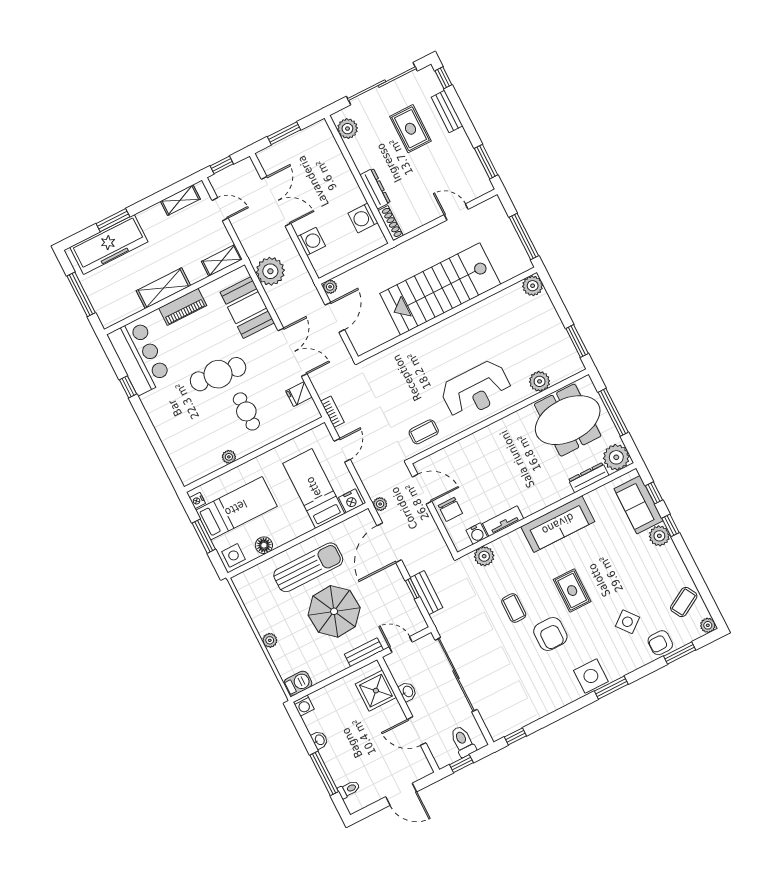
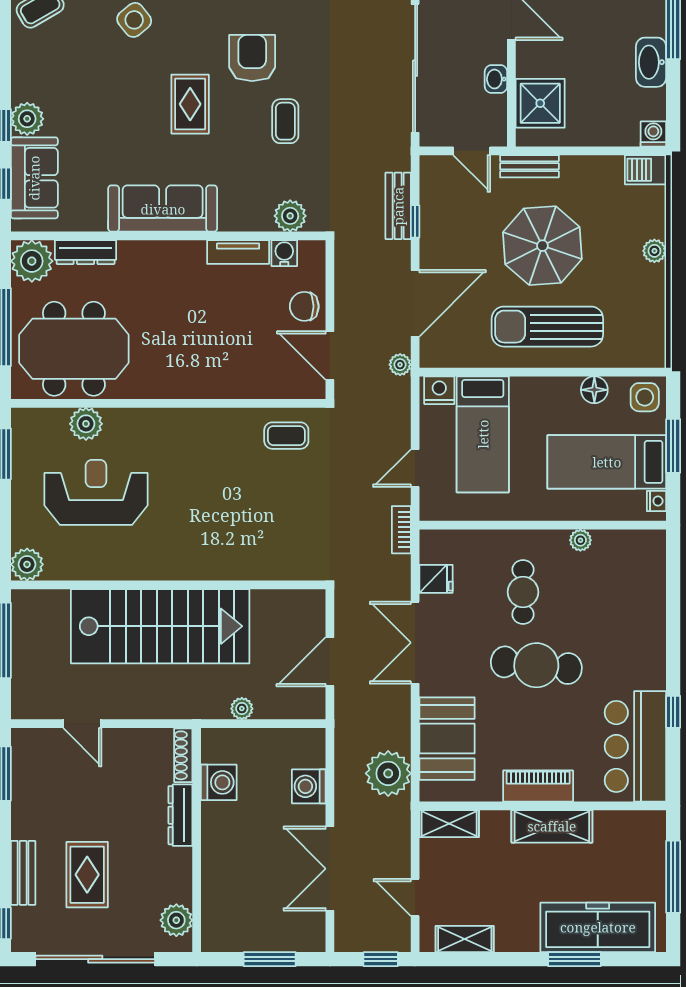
plant: (330, 287) -> (242, 709), moved
reception desk: (476, 390) -> (96, 492), moved
chair: (450, 509) -> (304, 306), turned -90
washbasin: (319, 740) -> (651, 62), width x1.91, depth x1.45

